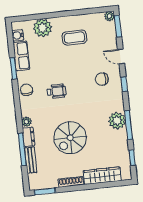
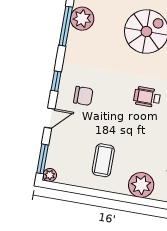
coffee table: (74, 38) -> (103, 160), turned 90
door: (121, 56) -> (50, 118), hinge flipped
plant: (117, 121) -> (82, 19), moved

